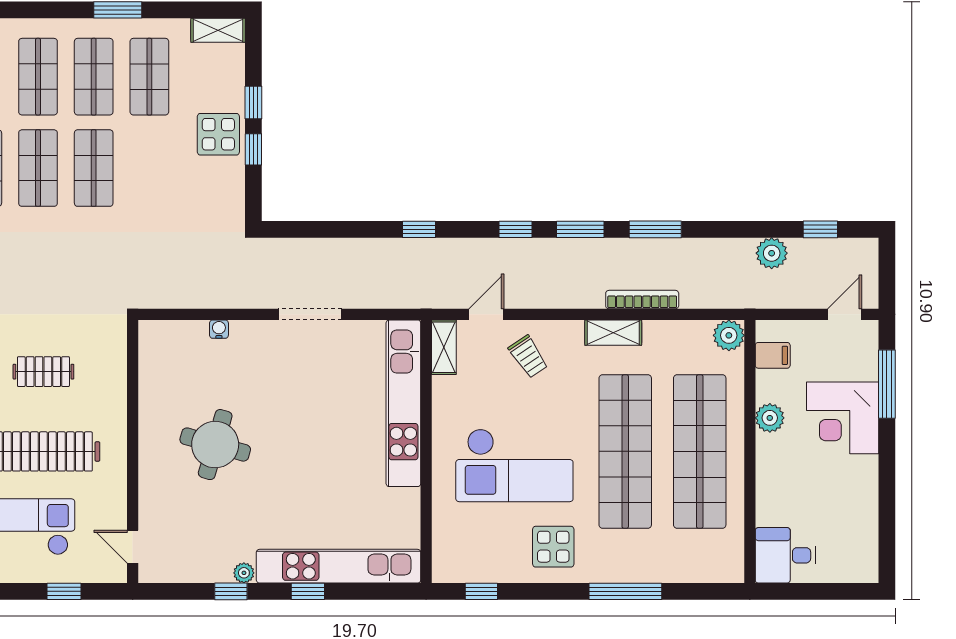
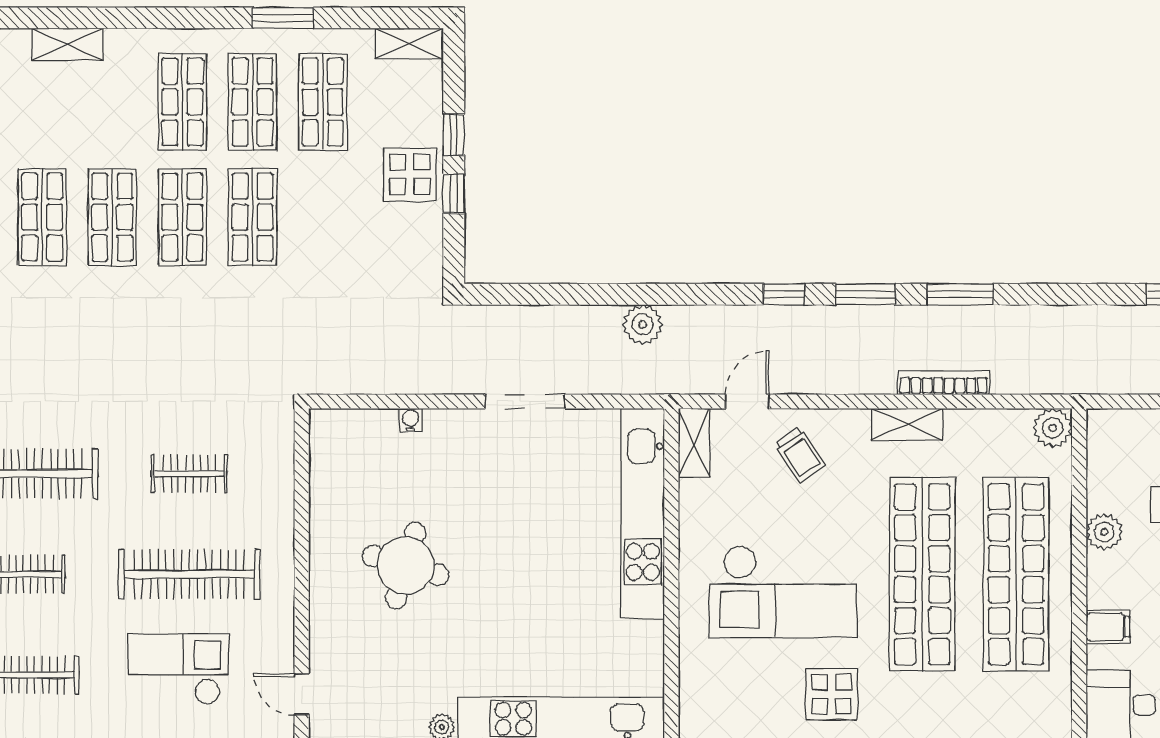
window: (419, 229) -> (662, 294), removed
plant: (772, 253) -> (643, 324), moved
filing cabinet: (773, 355) -> (1108, 627), moved

